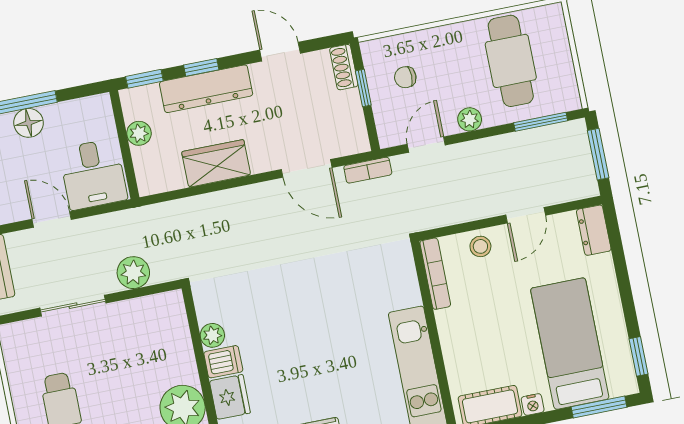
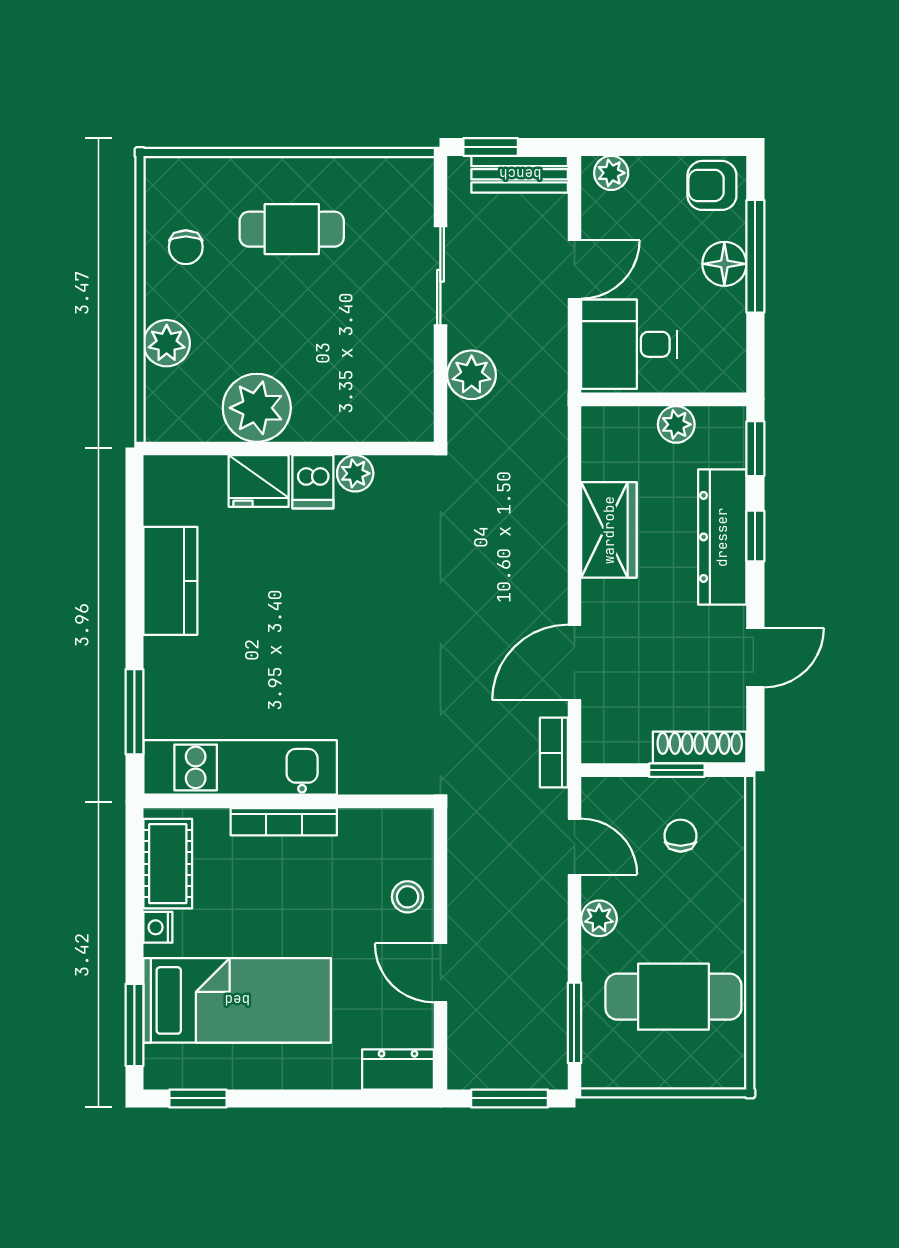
shoe rack: (344, 67) -> (700, 748), width x1.43
bookcase: (435, 274) -> (284, 822), moved

